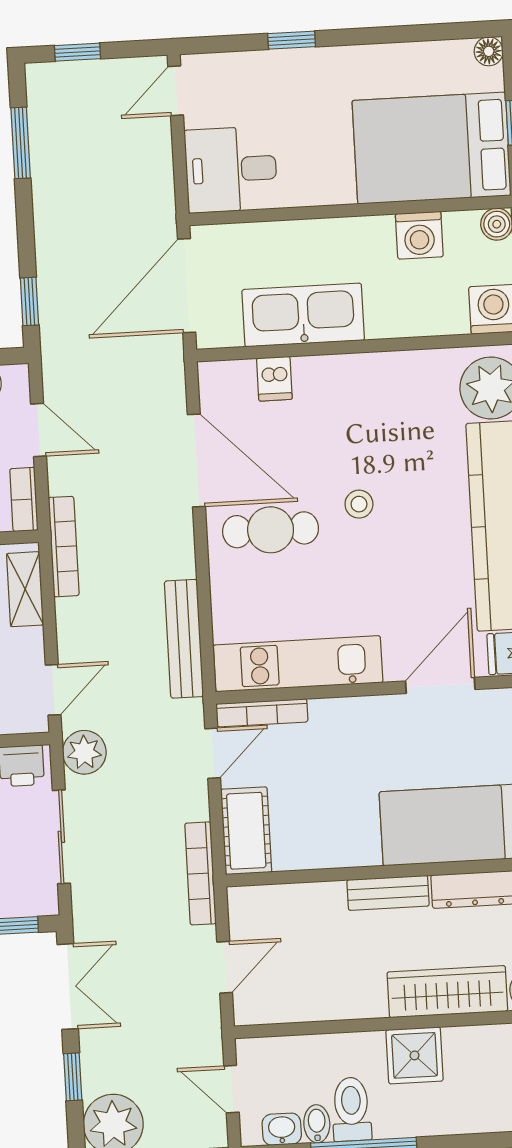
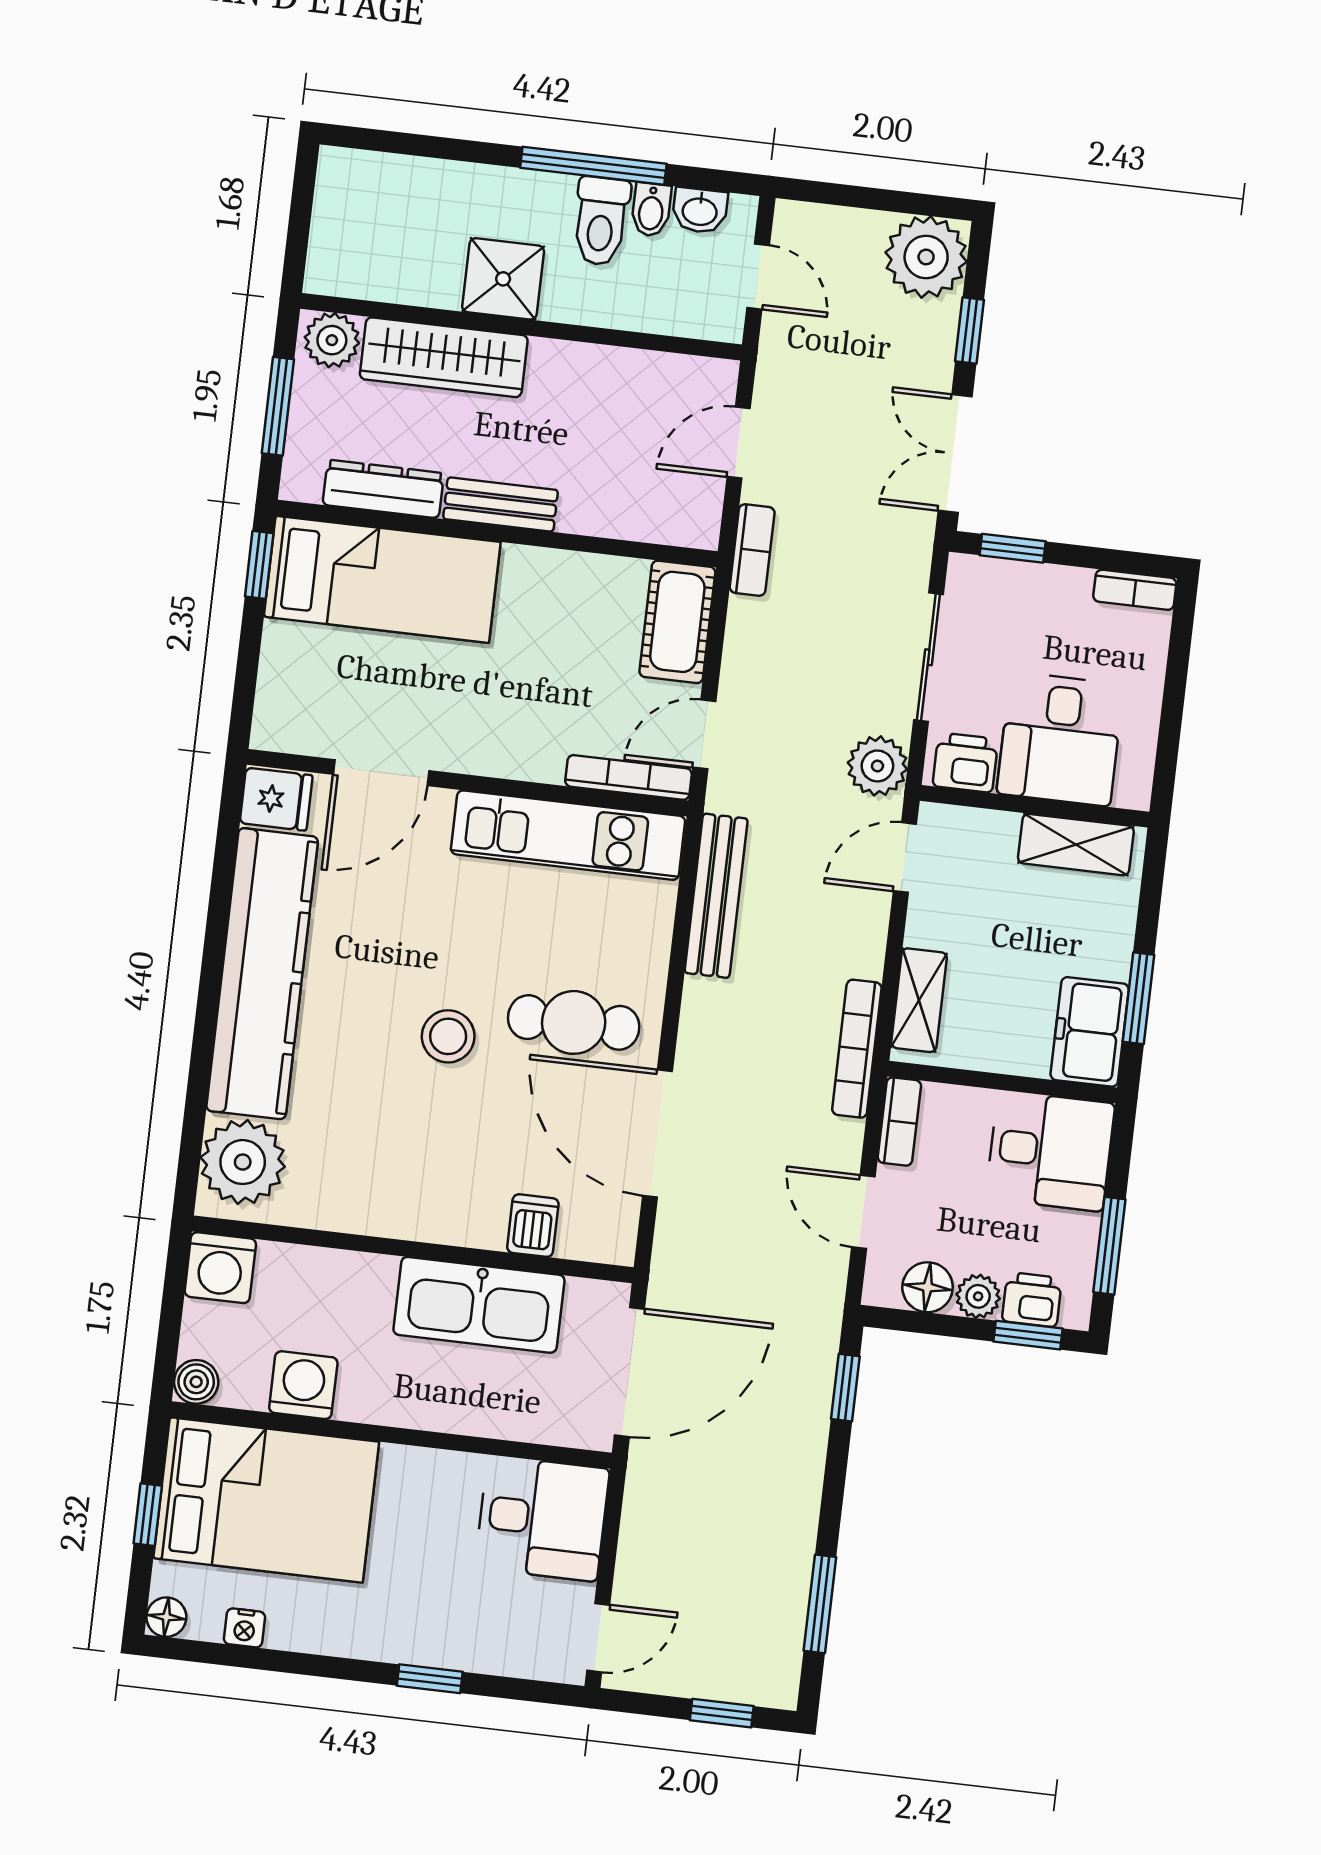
nightstand: (431, 53) -> (244, 1628), added
stool: (359, 504) -> (448, 1036), width x1.37, depth x1.37
bookcase: (200, 873) -> (752, 550), width x0.64

